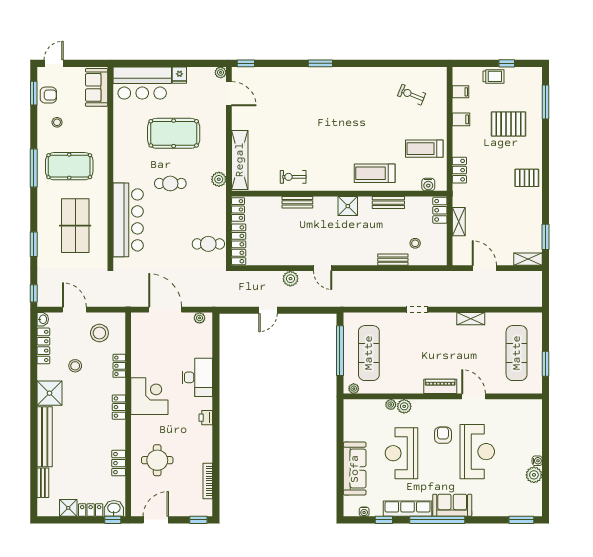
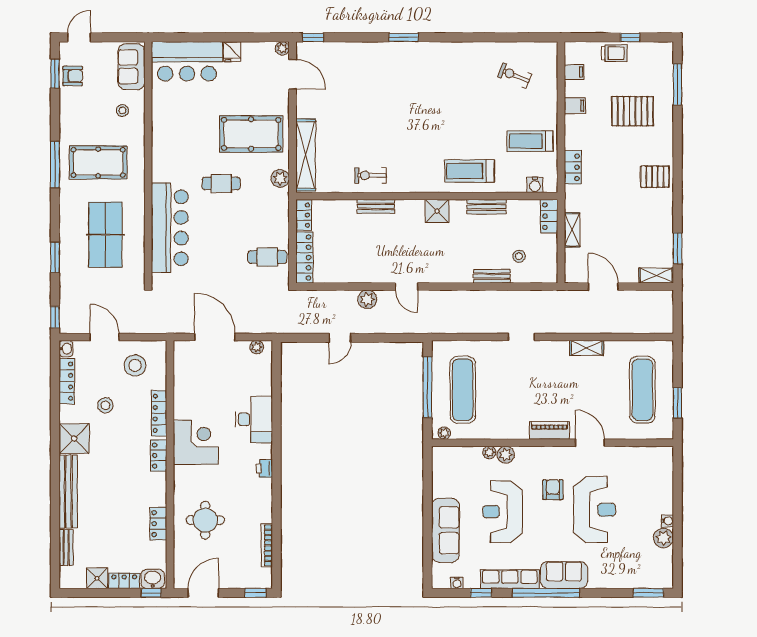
stool: (57, 122) -> (122, 110), moved
pool table: (174, 133) -> (251, 134), moved
locker: (119, 366) -> (159, 413), width x1.53

